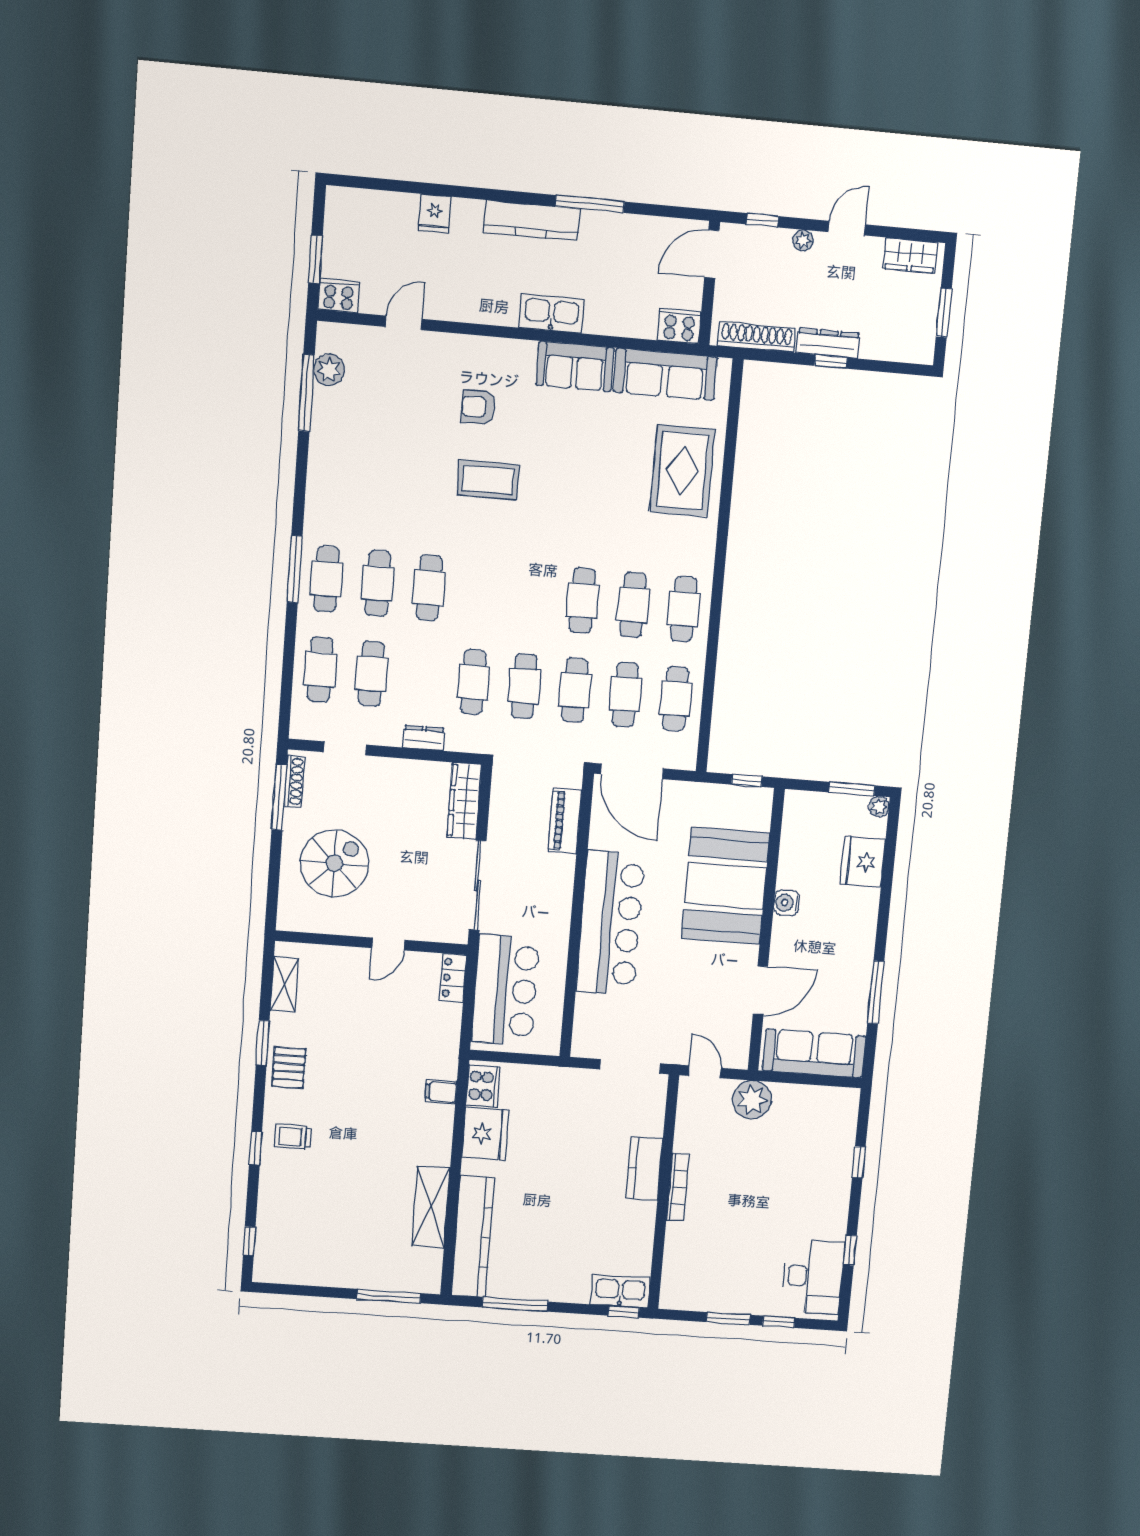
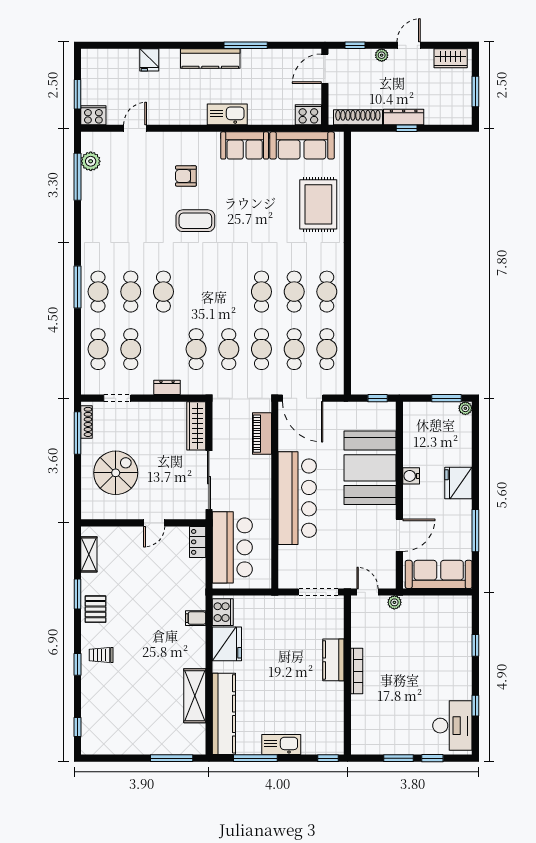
fridge: (863, 862) -> (458, 483), moved
plant: (752, 1100) -> (394, 602), width x0.53, depth x0.53
kitchen sink: (620, 1291) -> (281, 744), moved

